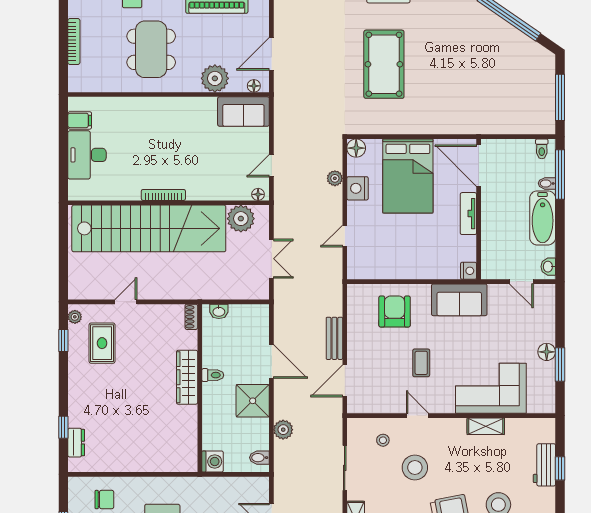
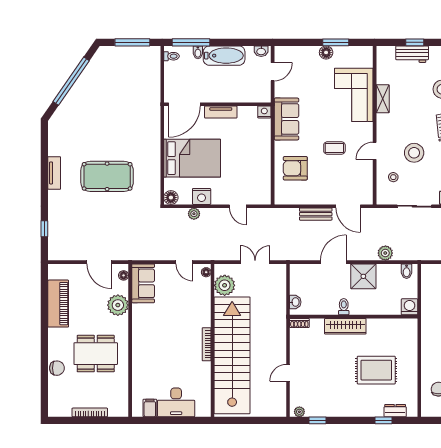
door: (126, 302) -> (288, 373), hinge flipped
rug: (102, 343) -> (376, 370), moved, width x1.36, depth x1.43

